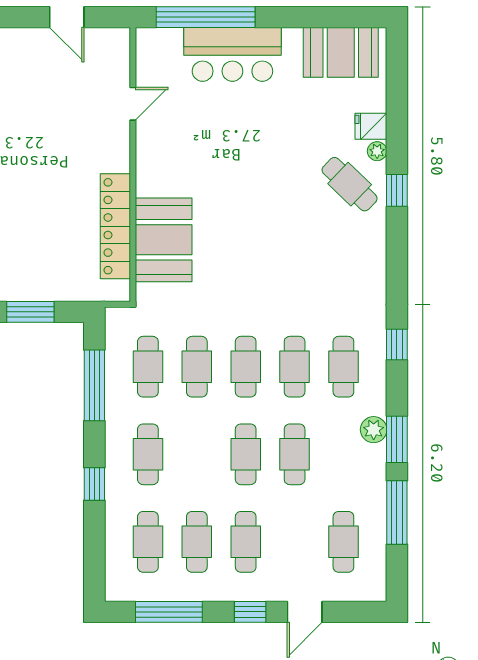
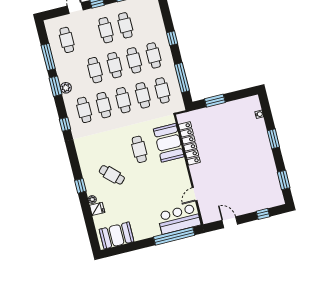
bar counter: (232, 54) -> (179, 219), moved
cafe table: (350, 184) -> (112, 175), moved
cafe table: (237, 242) -> (139, 149), added
cafe table: (148, 542) -> (134, 60), moved

